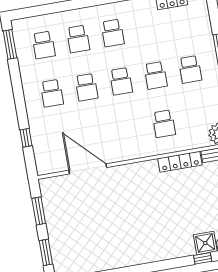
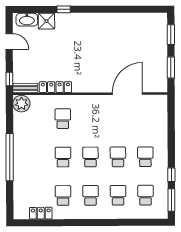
school desk: (190, 69) -> (63, 195), moved
window: (26, 138) -> (171, 175), moved
door: (88, 169) -> (127, 94), swing flipped
window: (203, 258) -> (64, 9), moved

